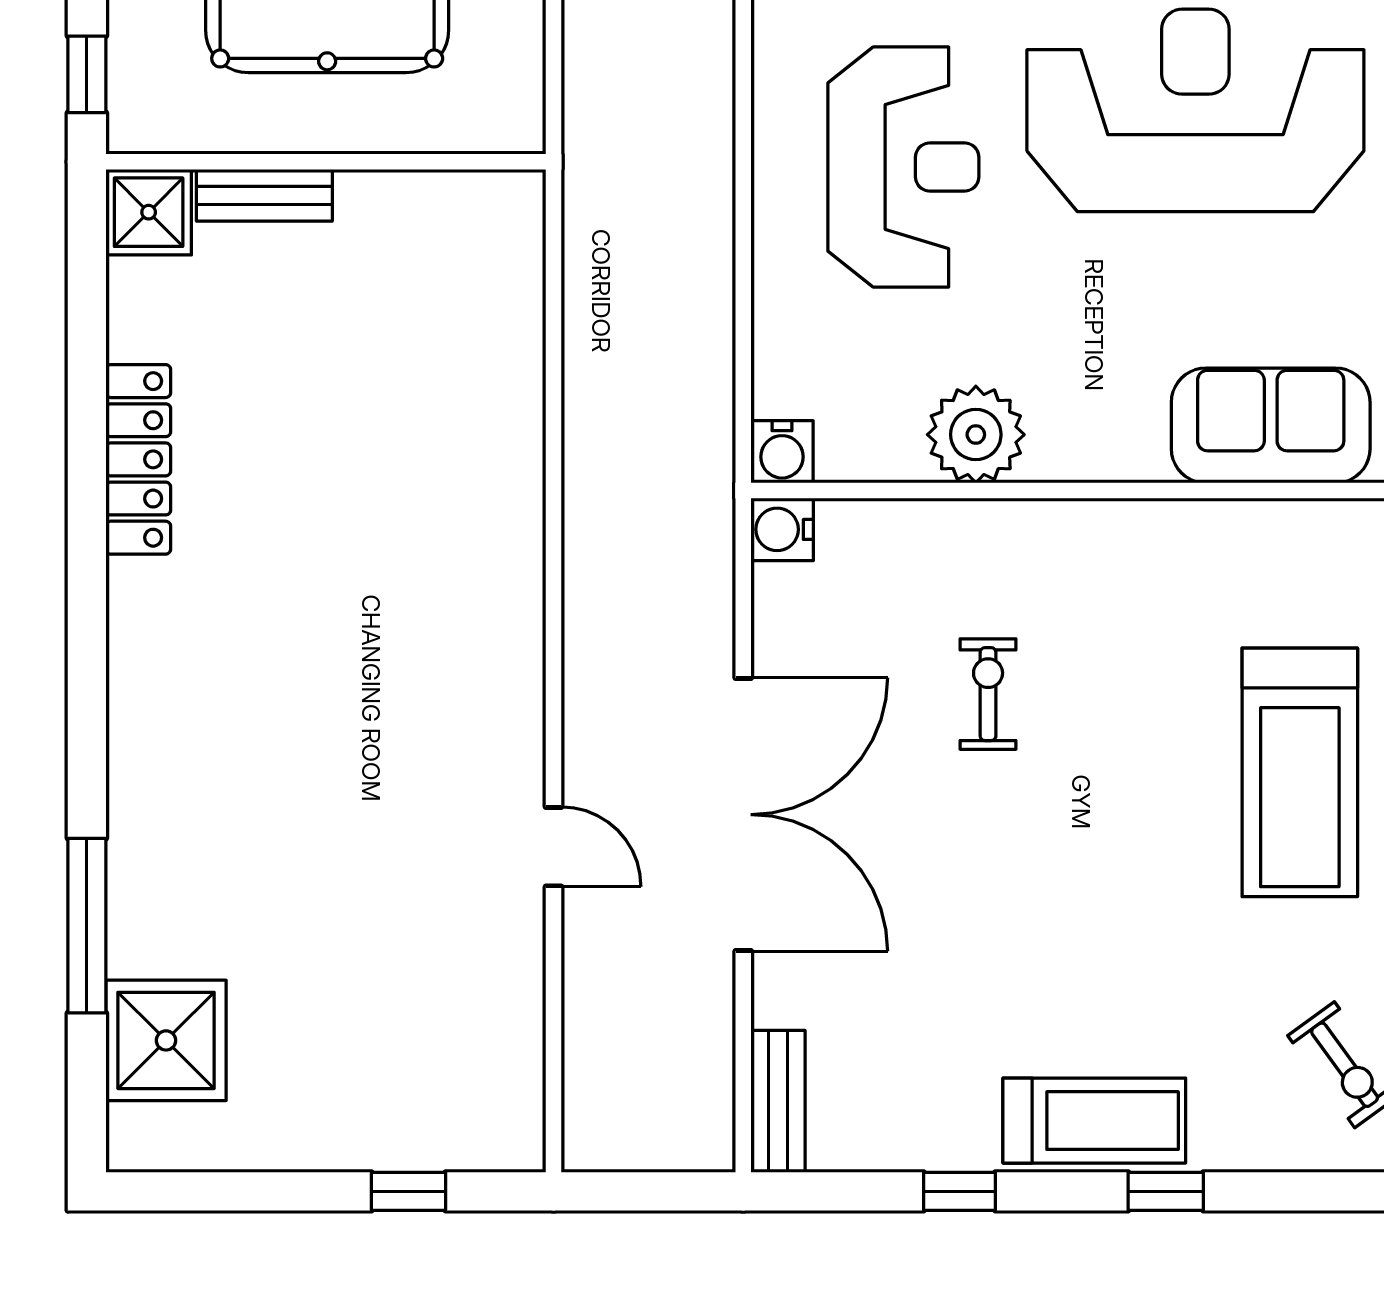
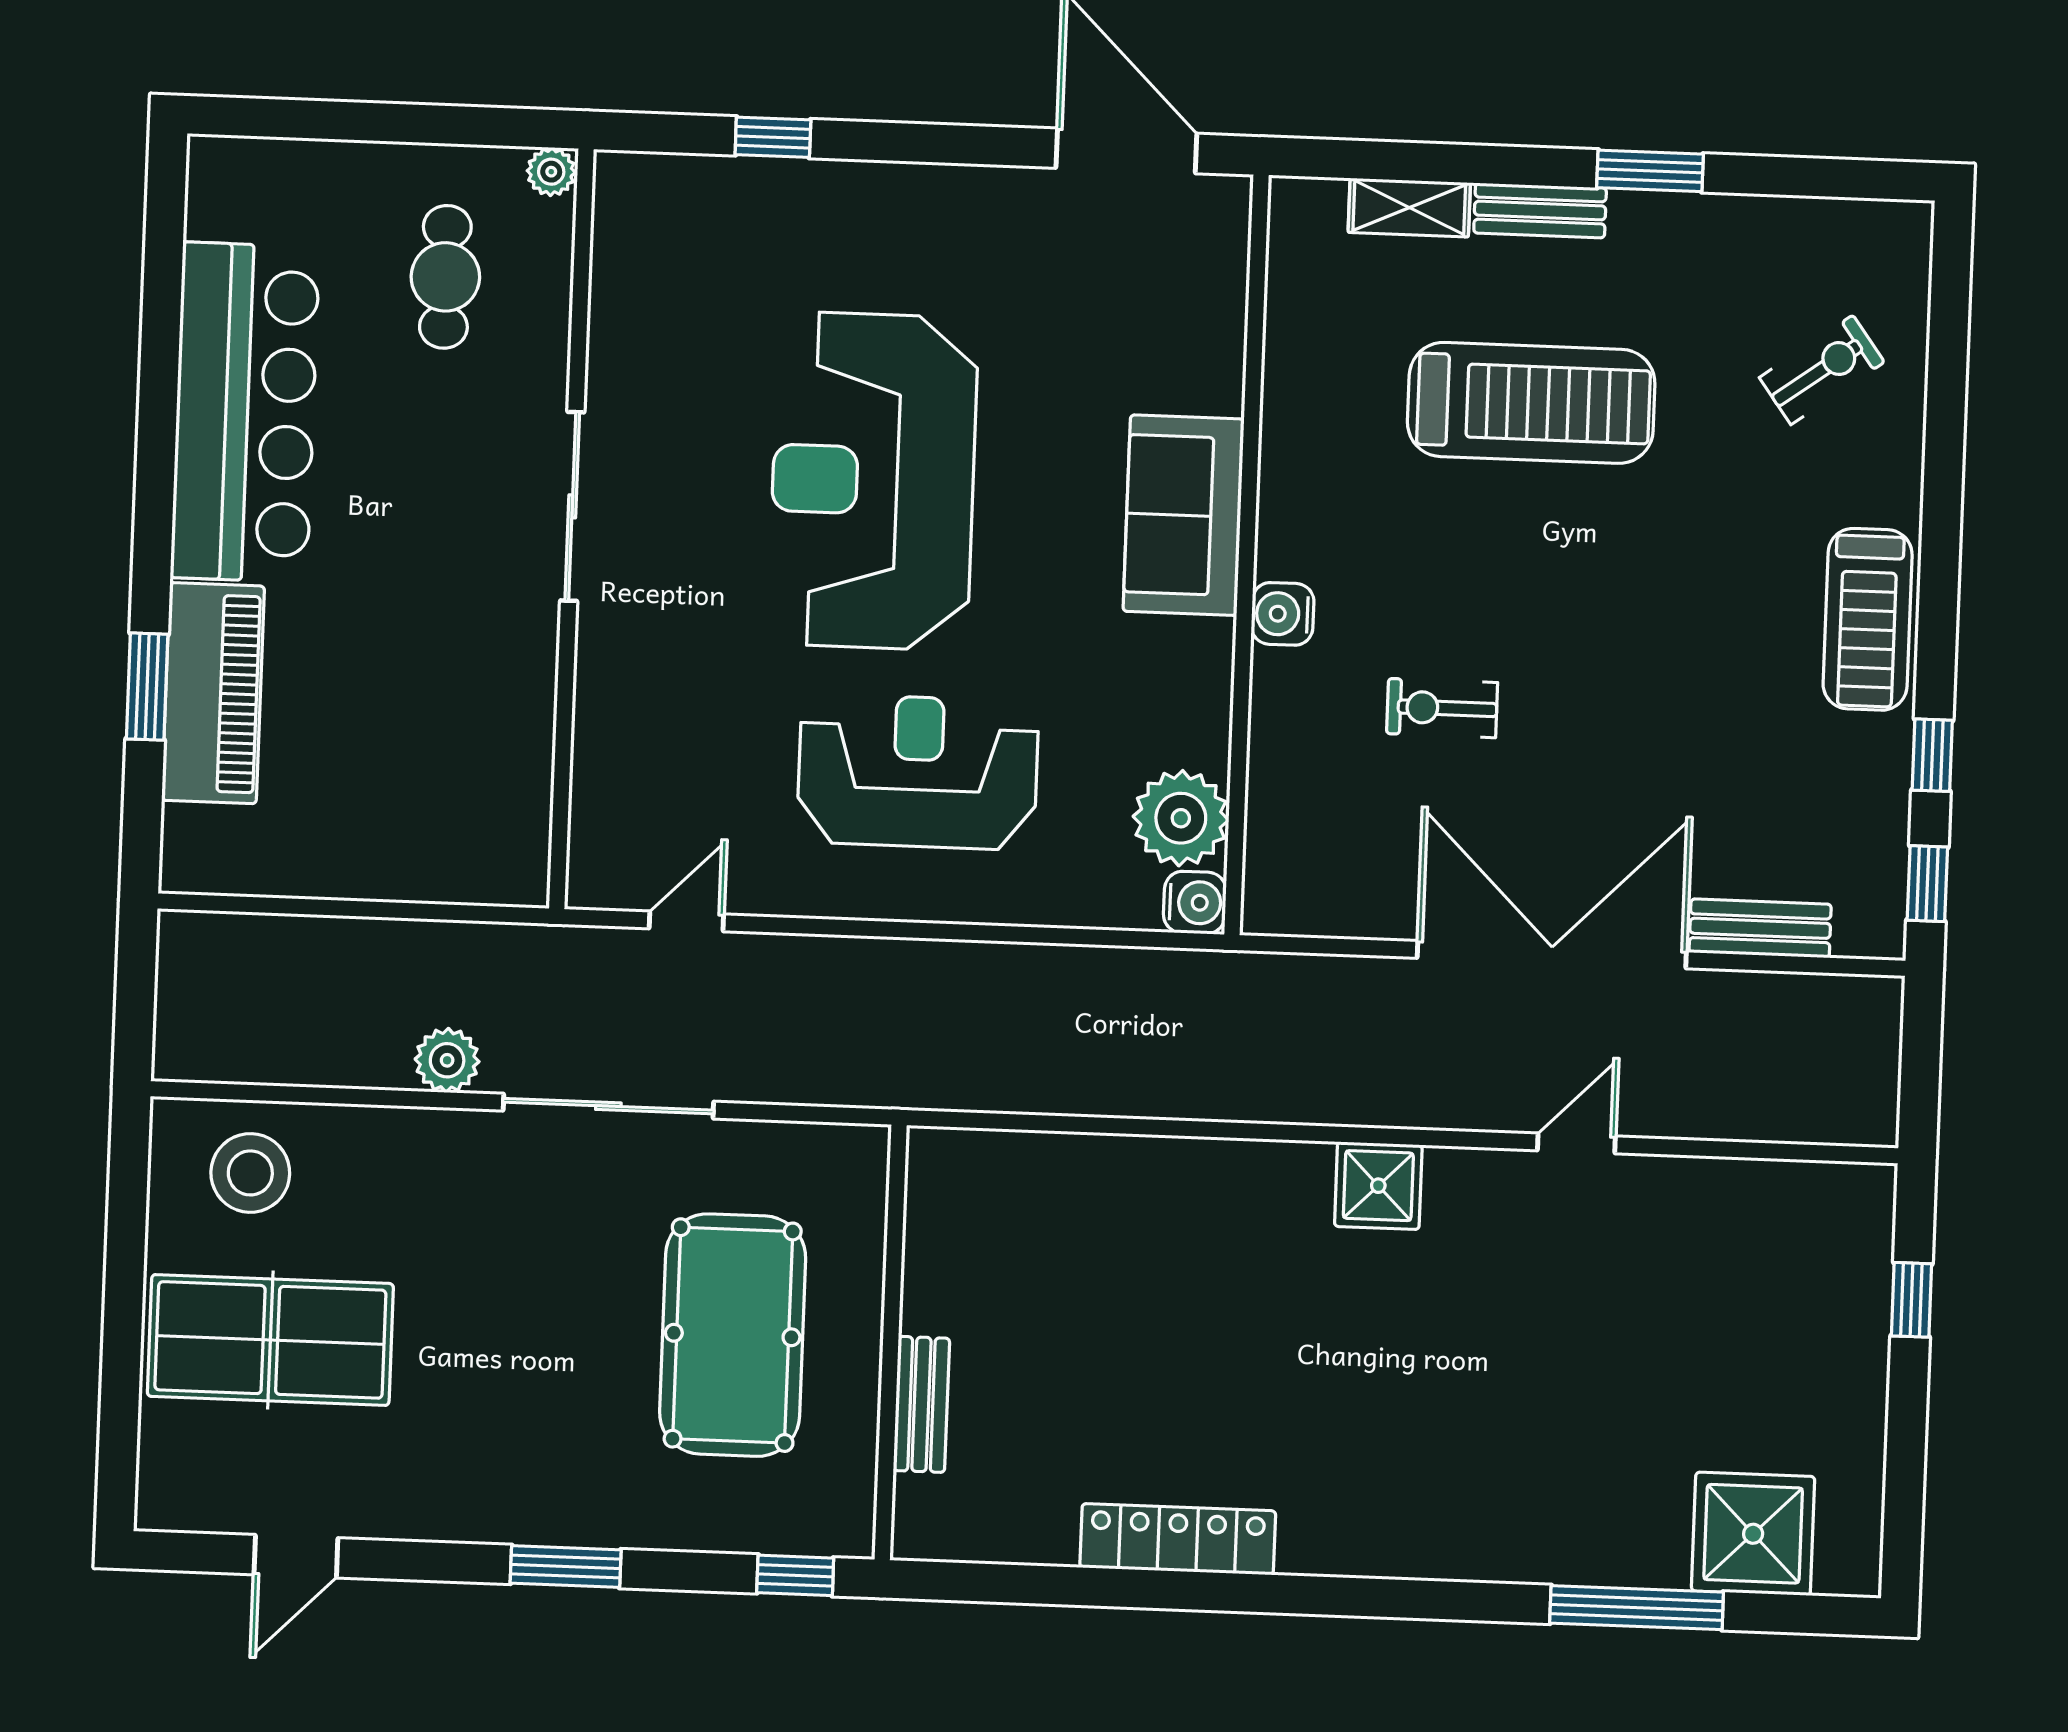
shower: (149, 212) -> (1378, 1186), moved
sofa: (1271, 426) -> (1184, 515), moved
plant: (976, 435) -> (1181, 818), moved
water cooler: (782, 529) -> (1283, 614), moved, turned 90
bench: (778, 1101) -> (1760, 928), moved
treadmill: (1094, 1121) -> (1868, 619), turned 180
window: (1166, 1191) -> (1927, 884), moved

